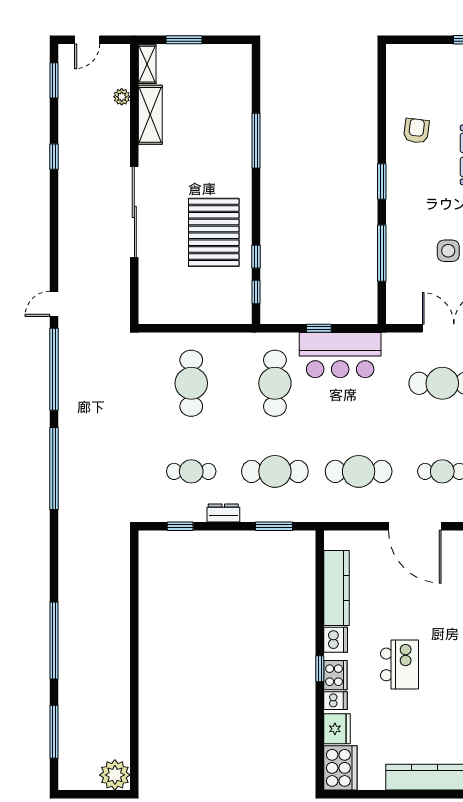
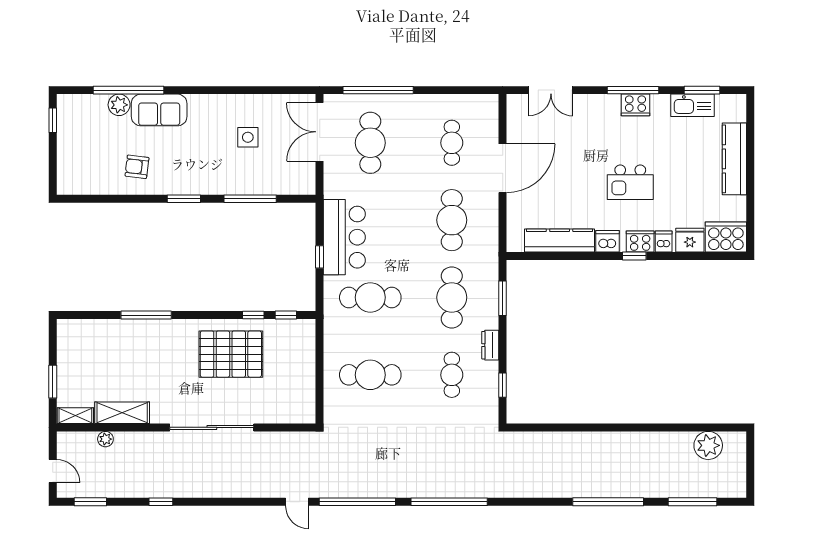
kitchen island: (400, 664) -> (630, 182), turned 180
plant: (115, 775) -> (708, 445), moved

